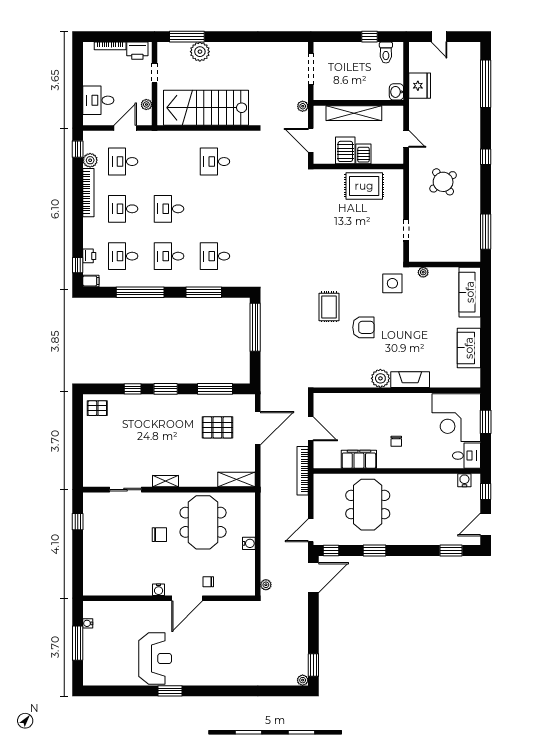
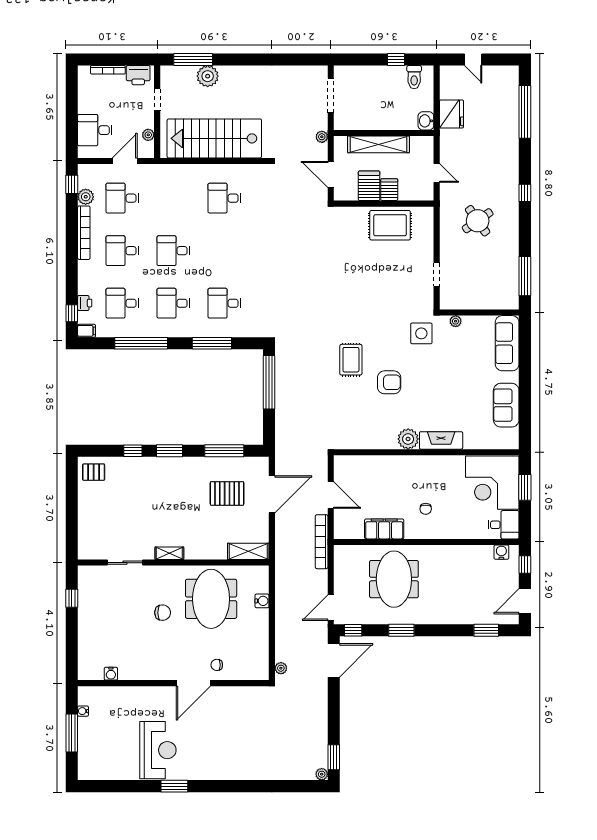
water cooler: (249, 543) -> (262, 601), moved
water cooler: (159, 590) -> (111, 674), moved

